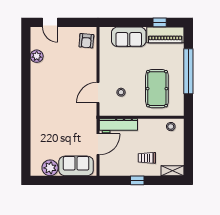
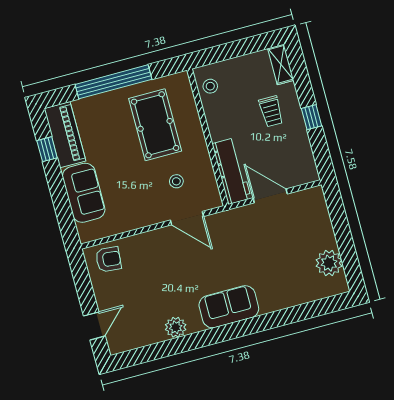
plant: (37, 56) -> (176, 327), moved
pool table: (157, 89) -> (155, 125), turned 90
sofa: (76, 166) -> (229, 307), moved, turned 90

